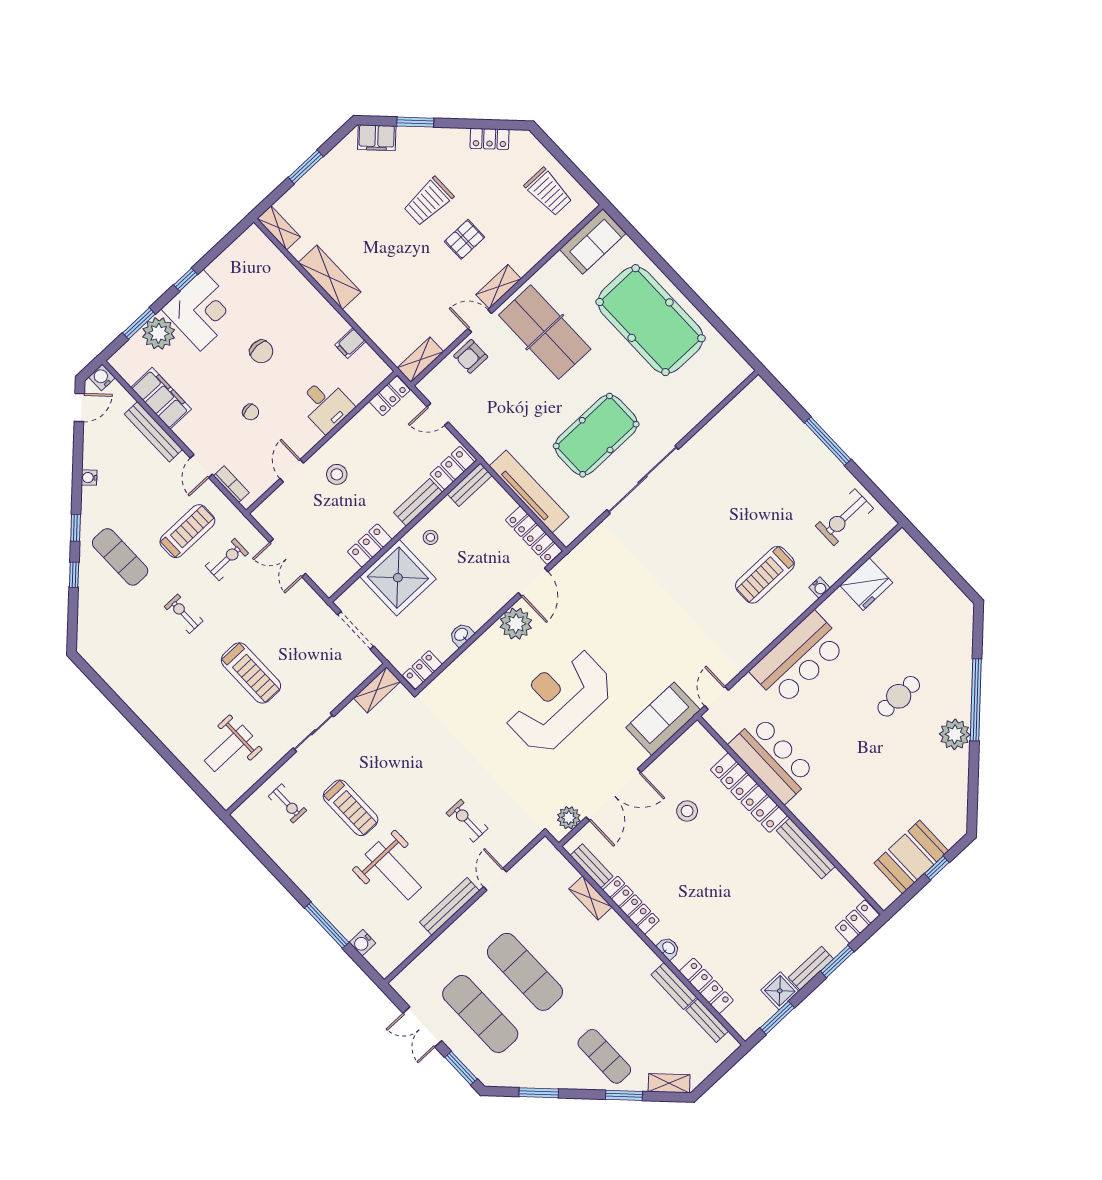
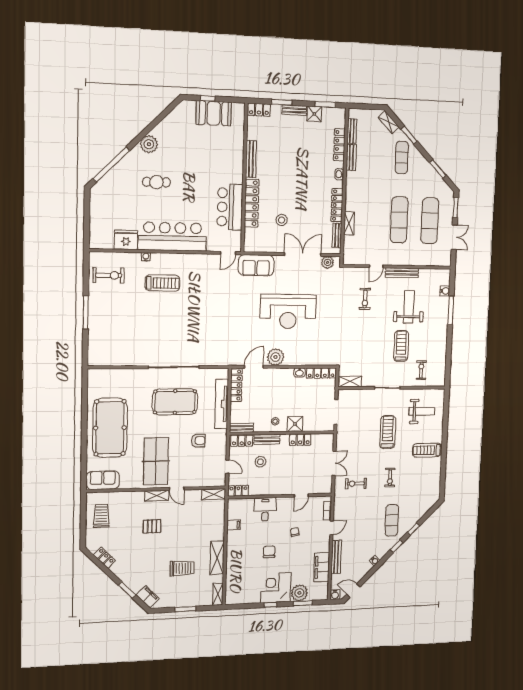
trolley: (428, 201) -> (182, 568), moved
armchair: (471, 356) -> (198, 441), moved
stool: (337, 474) -> (260, 462), moved
treadmill: (187, 531) -> (427, 450), moved
shower: (398, 578) -> (295, 424), width x0.54, depth x0.54
bar counter: (798, 659) -> (172, 237), width x1.36
locker: (422, 670) -> (321, 373), width x1.53
window: (976, 700) -> (111, 164), moved

